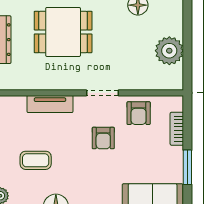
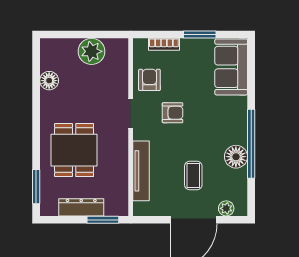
tv unit: (50, 104) -> (141, 171), width x1.41
armchair: (139, 113) -> (149, 80), turned -90

